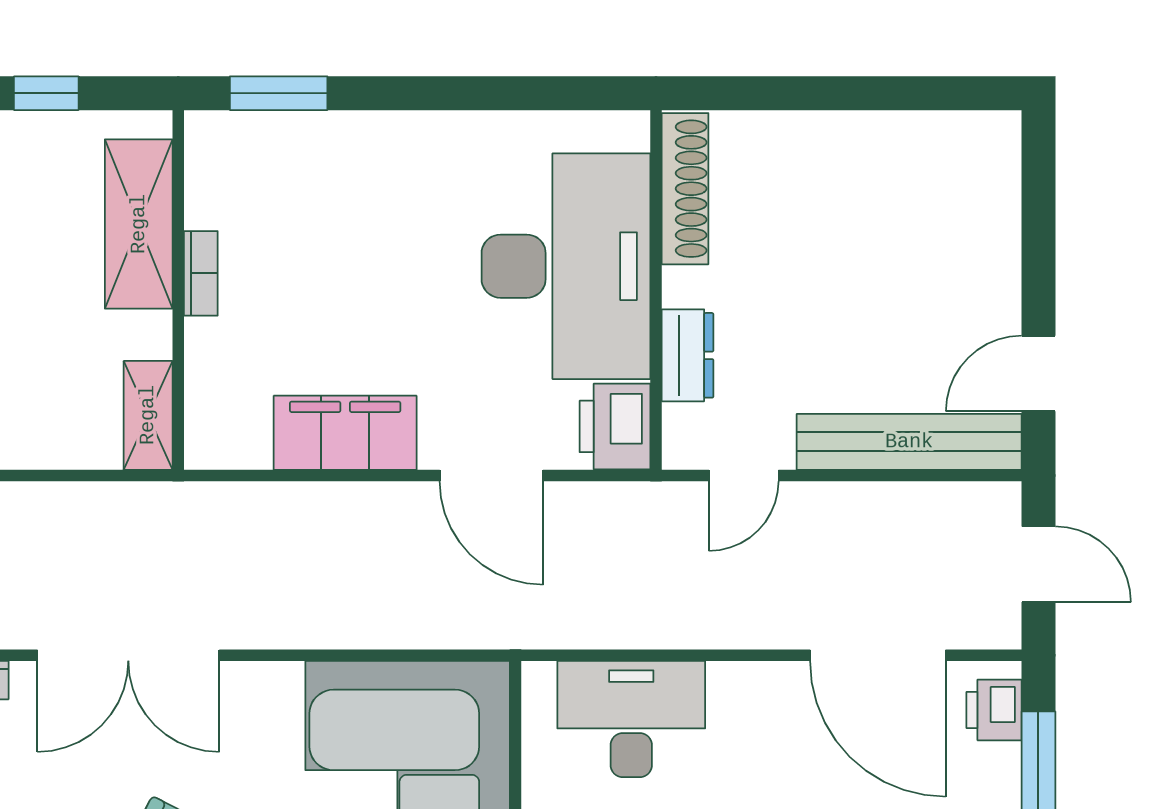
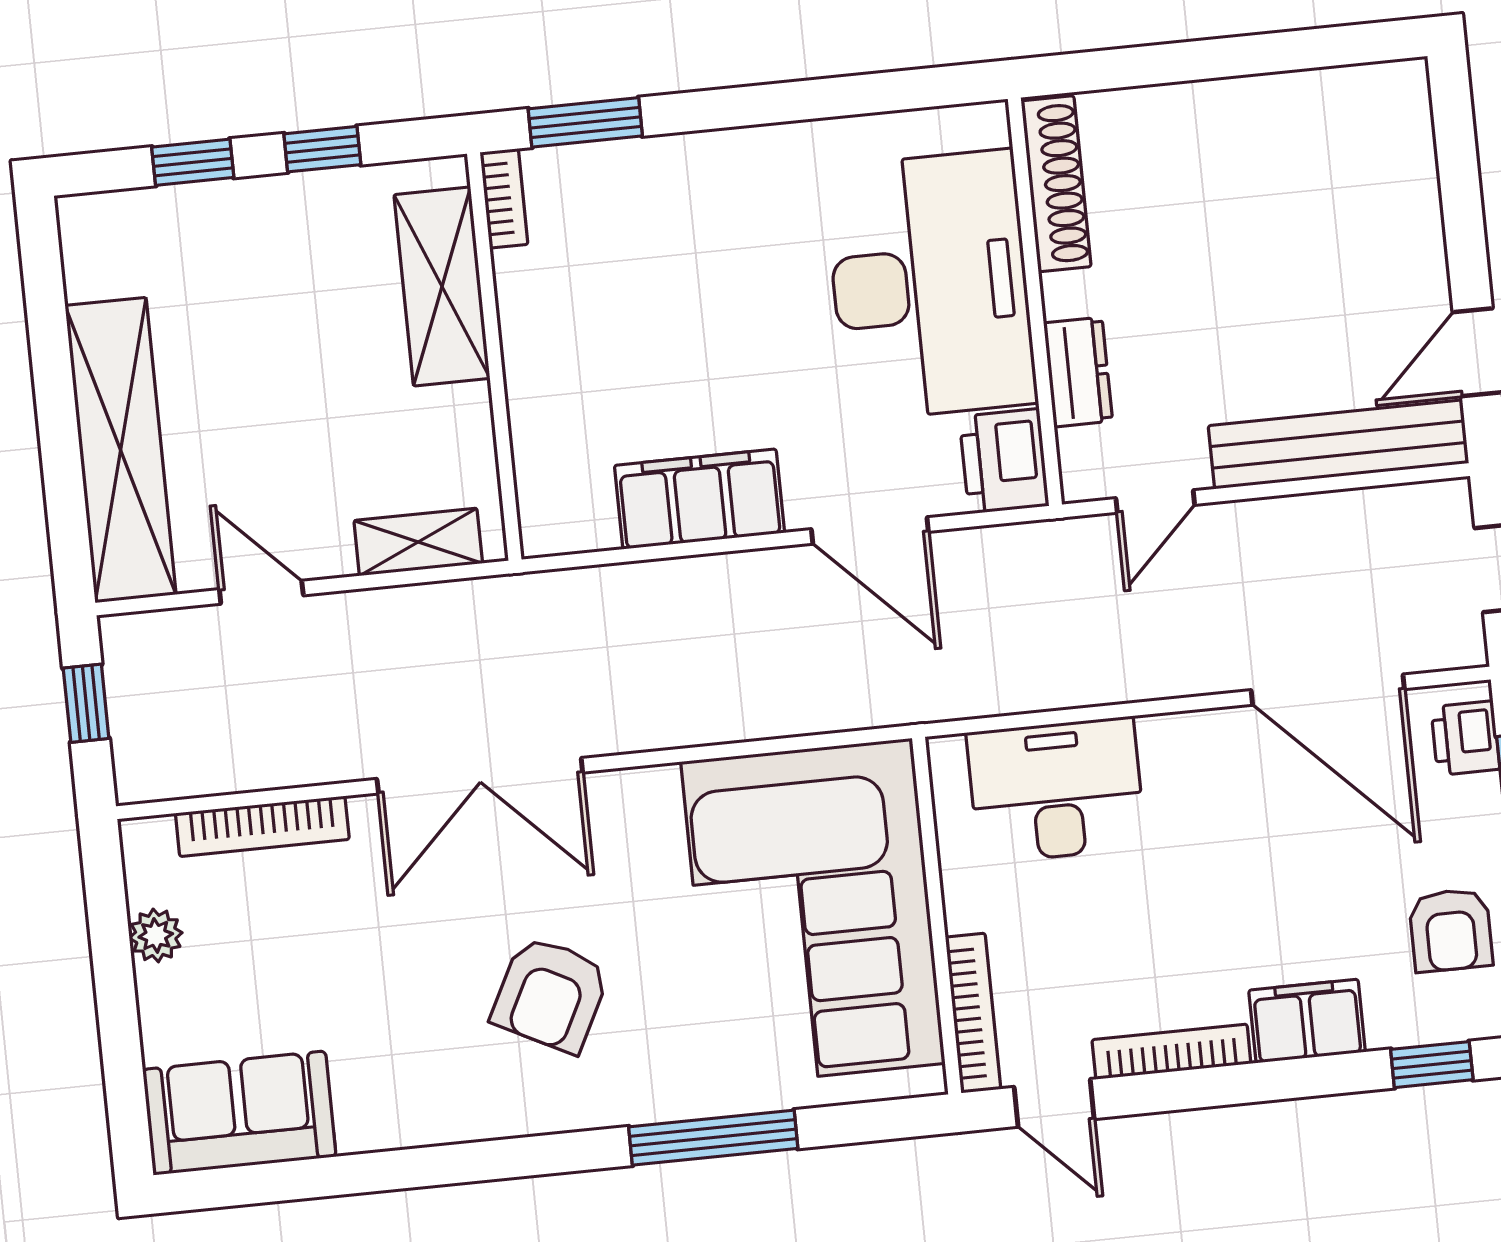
bookcase: (201, 273) -> (504, 198), moved
shelving: (148, 415) -> (418, 542), moved, turned 90

